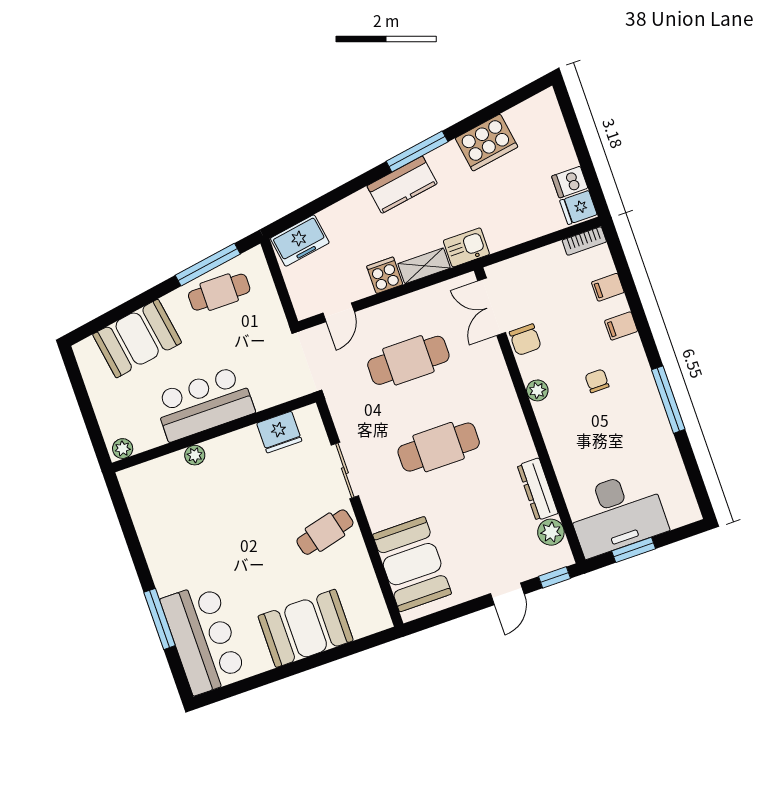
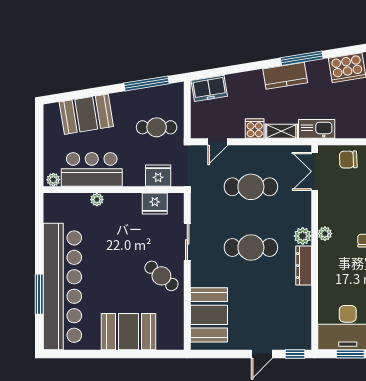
kitchen sink: (466, 247) -> (317, 129), width x1.38
cafe table: (219, 292) -> (157, 127), moved
chair: (525, 340) -> (348, 160), moved, turned 88
fridge: (270, 391) -> (158, 176), added
bar counter: (204, 404) -> (92, 169), moved
dresser: (538, 489) -> (304, 266), moved
cafe table: (325, 532) -> (161, 276), turned 54
plant: (551, 532) -> (303, 236), moved
bar counter: (203, 638) -> (62, 287), width x1.86

